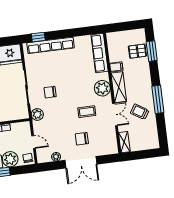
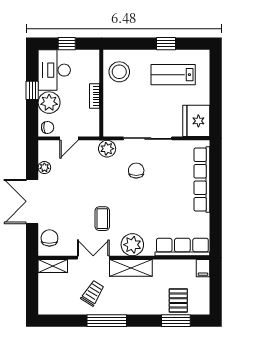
window: (38, 37) -> (216, 164), removed
filing cabinet: (116, 67) -> (203, 268), moved
double door: (115, 115) -> (93, 258), swing flipped
chair: (82, 139) -> (49, 238), moved

